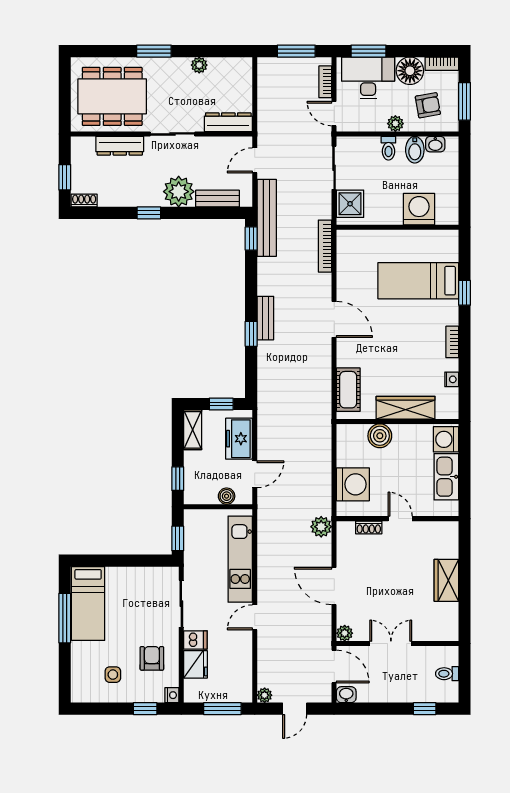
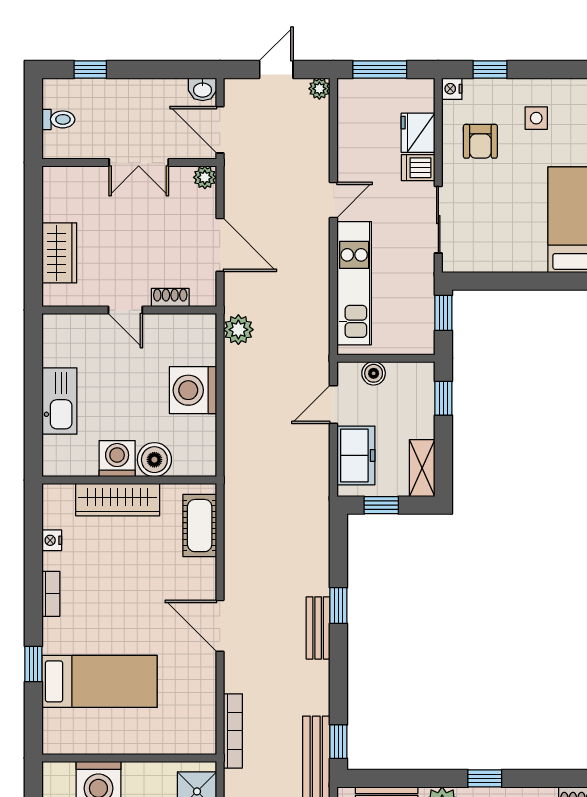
washing machine: (446, 439) -> (117, 459), moved, turned -90
wall: (397, 519) -> (129, 310), moved
door: (400, 519) -> (125, 310), moved
shoe rack: (369, 527) -> (170, 297), moved

